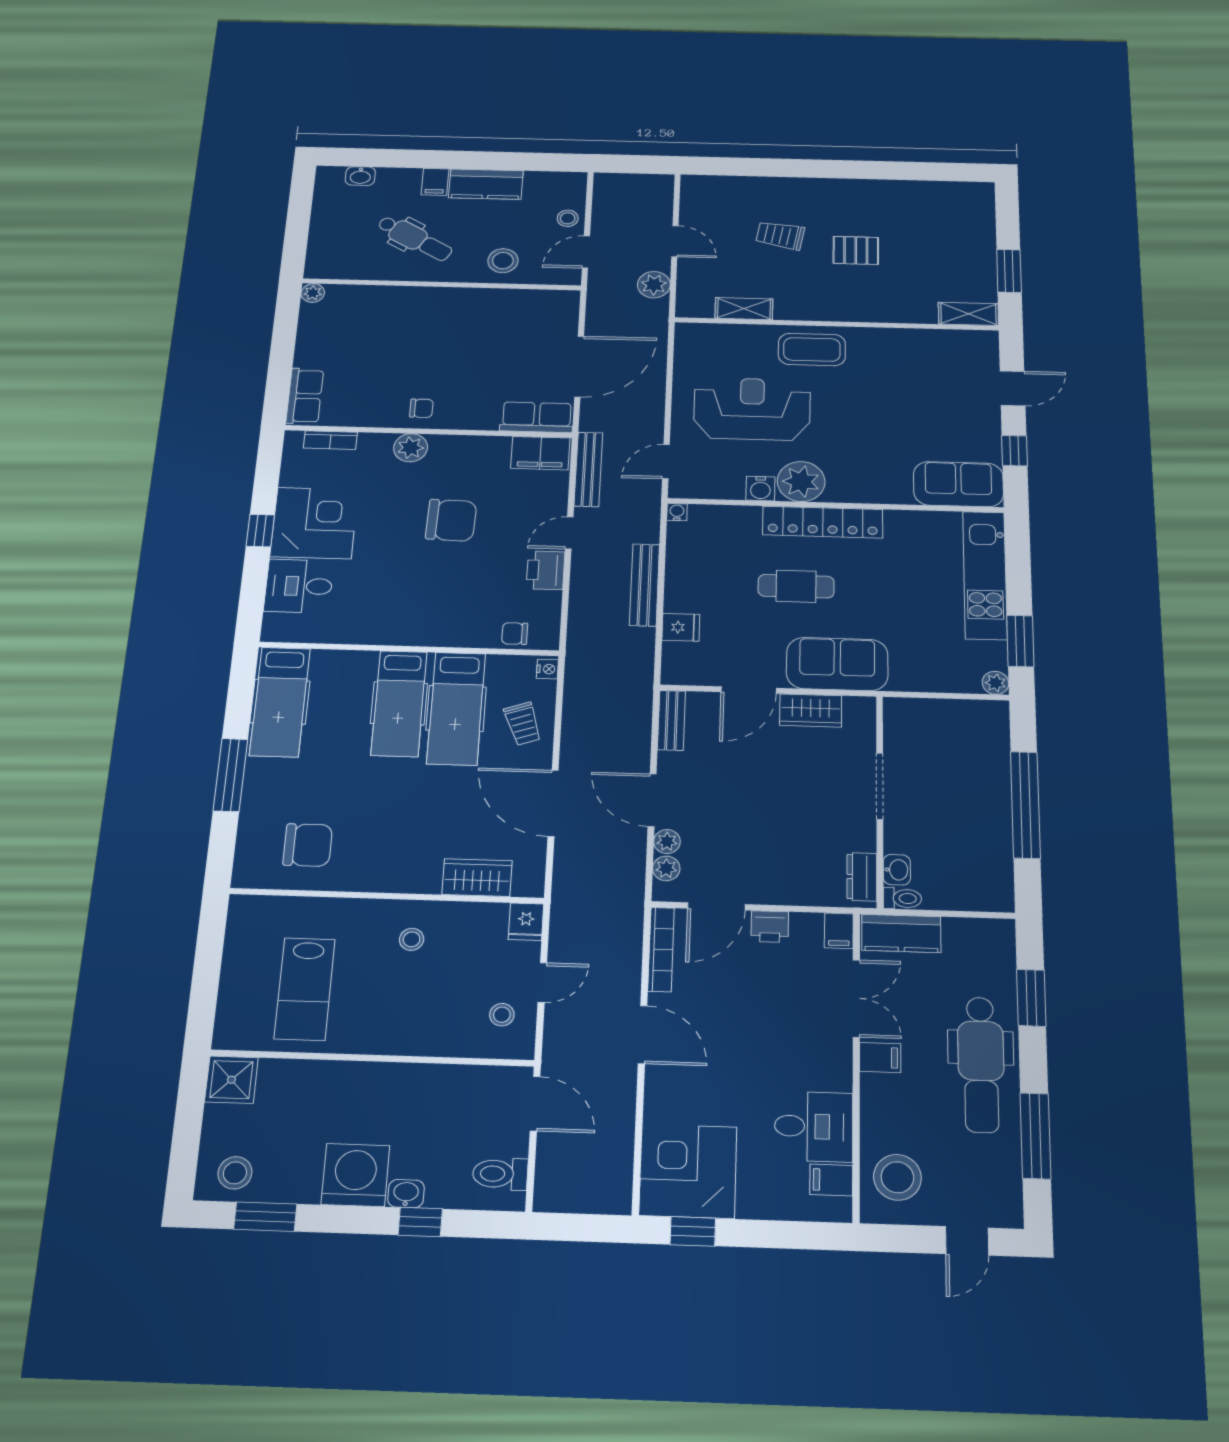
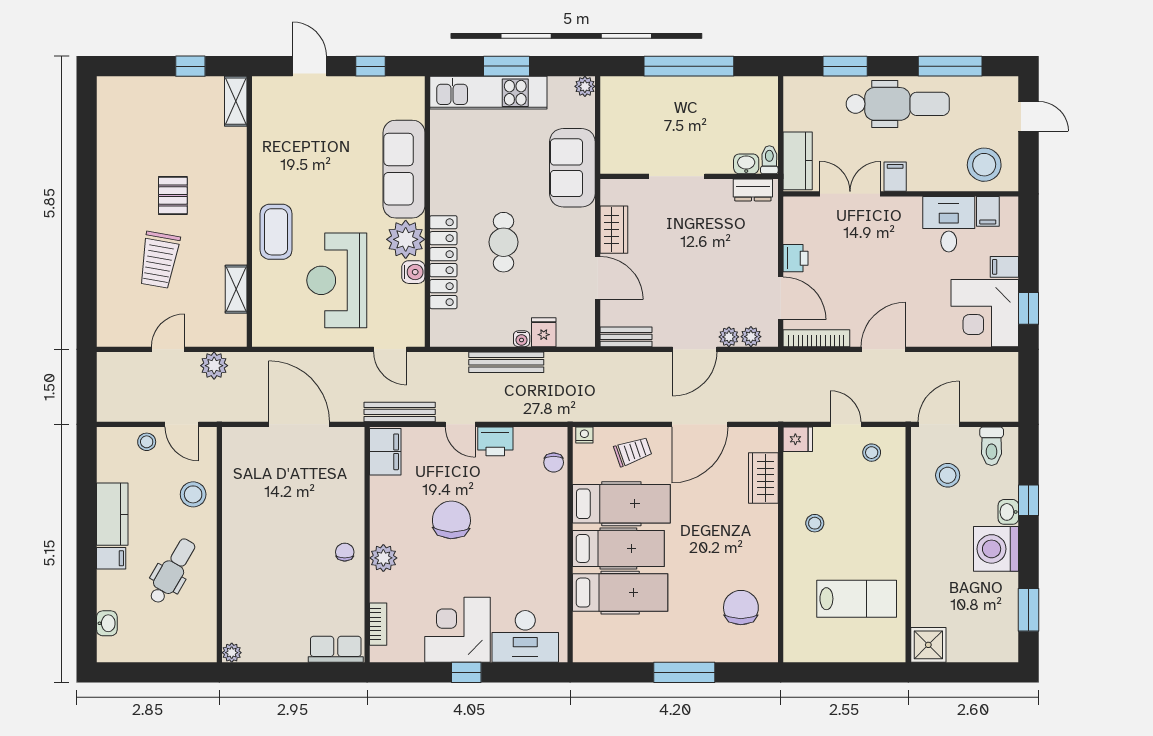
trolley: (780, 235) -> (159, 260), width x1.36, depth x1.39
window: (1009, 271) -> (190, 66), width x0.67
row of seats: (537, 417) -> (350, 457), removed
sofa: (958, 484) -> (404, 169), moved, width x1.36
water cooler: (677, 512) -> (522, 339), moved, turned -90
locker: (823, 522) -> (443, 262), moved
desk: (299, 586) -> (525, 636), width x1.37
window: (1020, 641) -> (506, 66), moved
sofa: (837, 664) -> (572, 168), moved
hospital bed: (280, 702) -> (620, 593), moved
filing cabinet: (839, 931) -> (1004, 267), moved, turned 180
stool: (235, 1173) -> (948, 475), moved

